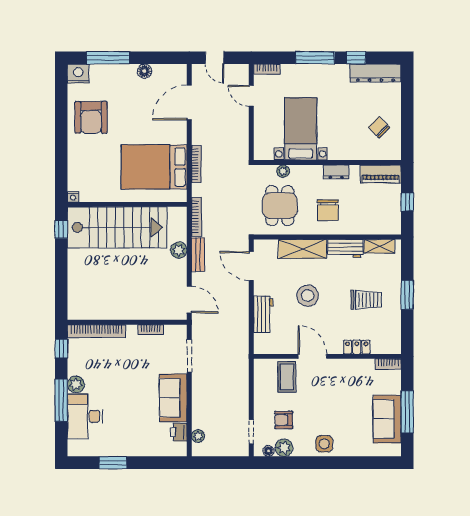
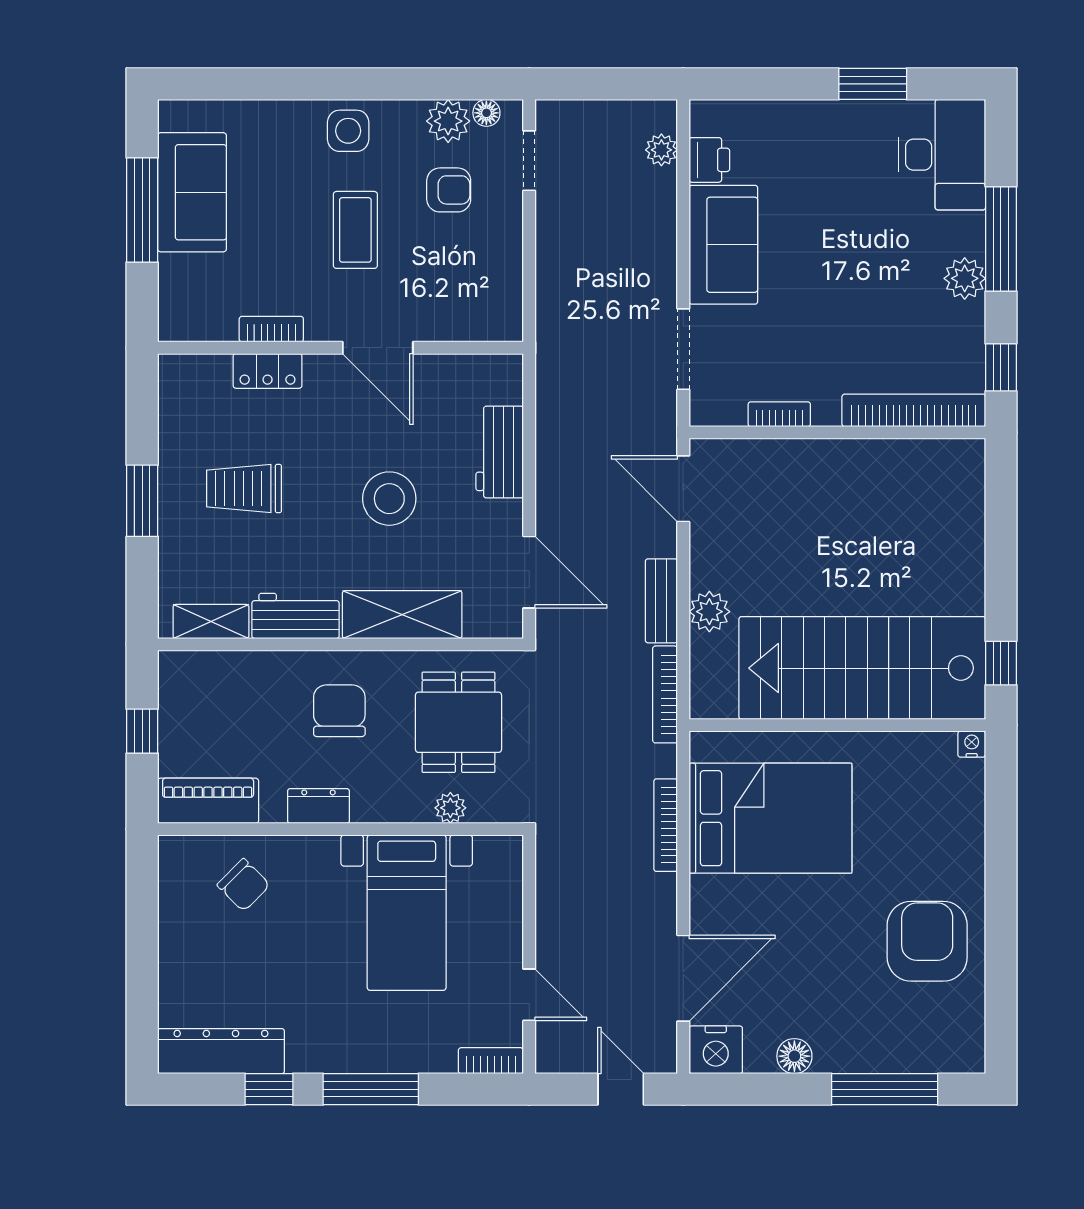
nightstand: (78, 74) -> (716, 1050), moved
chair: (379, 127) -> (244, 885), moved
bookcase: (388, 364) -> (271, 329), moved
coffee table: (287, 377) -> (355, 230), moved
desk: (85, 416) -> (942, 155), moved

